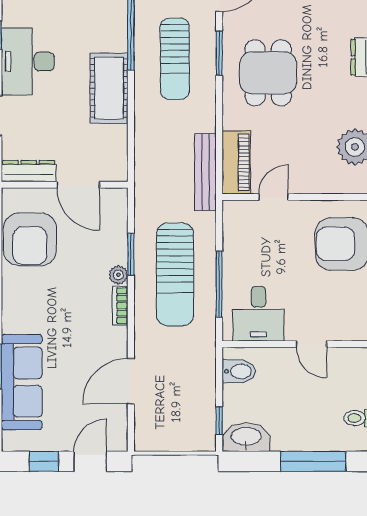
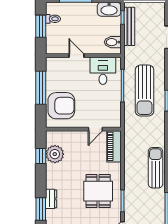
sun lounger: (175, 59) -> (155, 168), moved
bench: (205, 172) -> (129, 26), moved
sun lounger: (175, 274) -> (145, 90), turned 180

